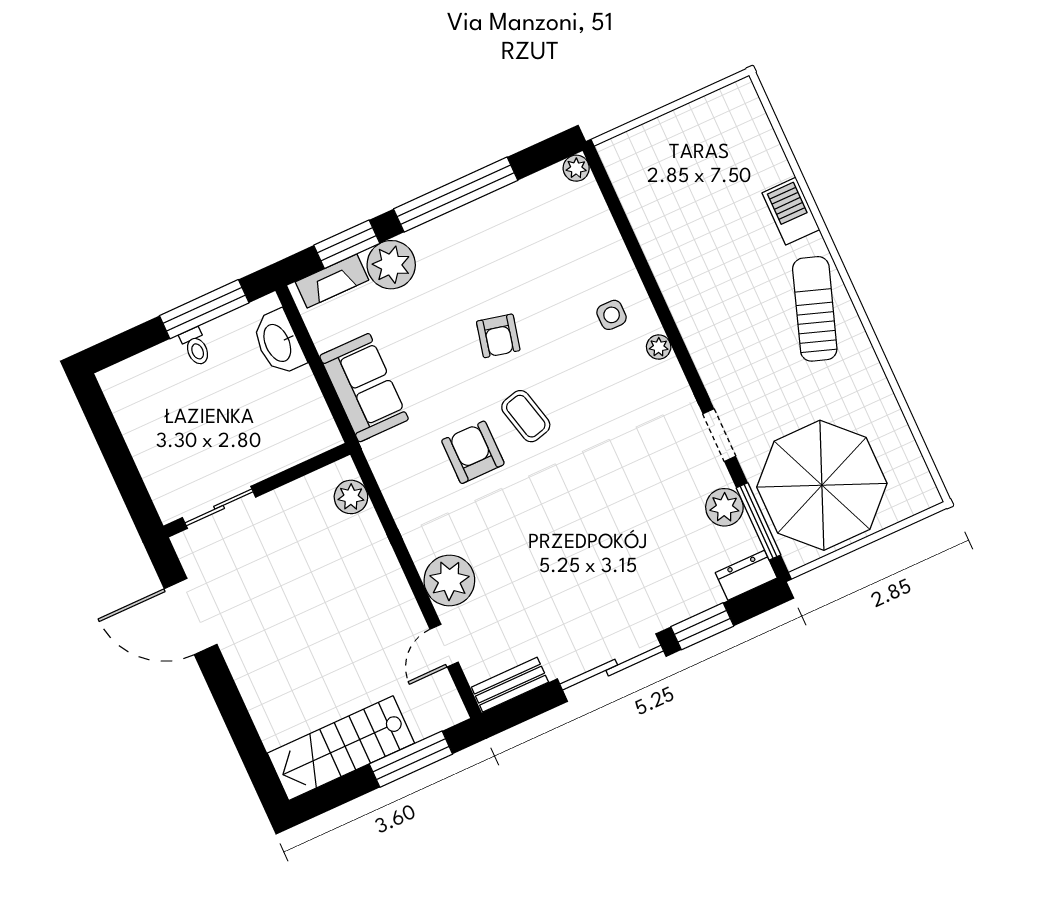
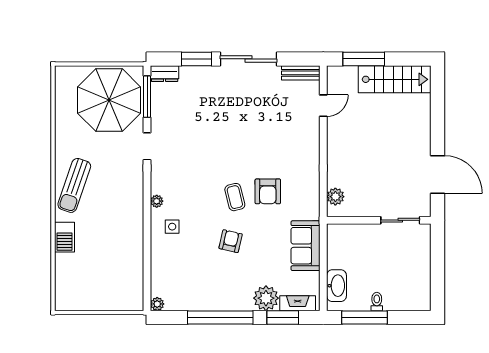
plant: (724, 507) -> (160, 111), removed
plant: (449, 580) -> (307, 136), removed

